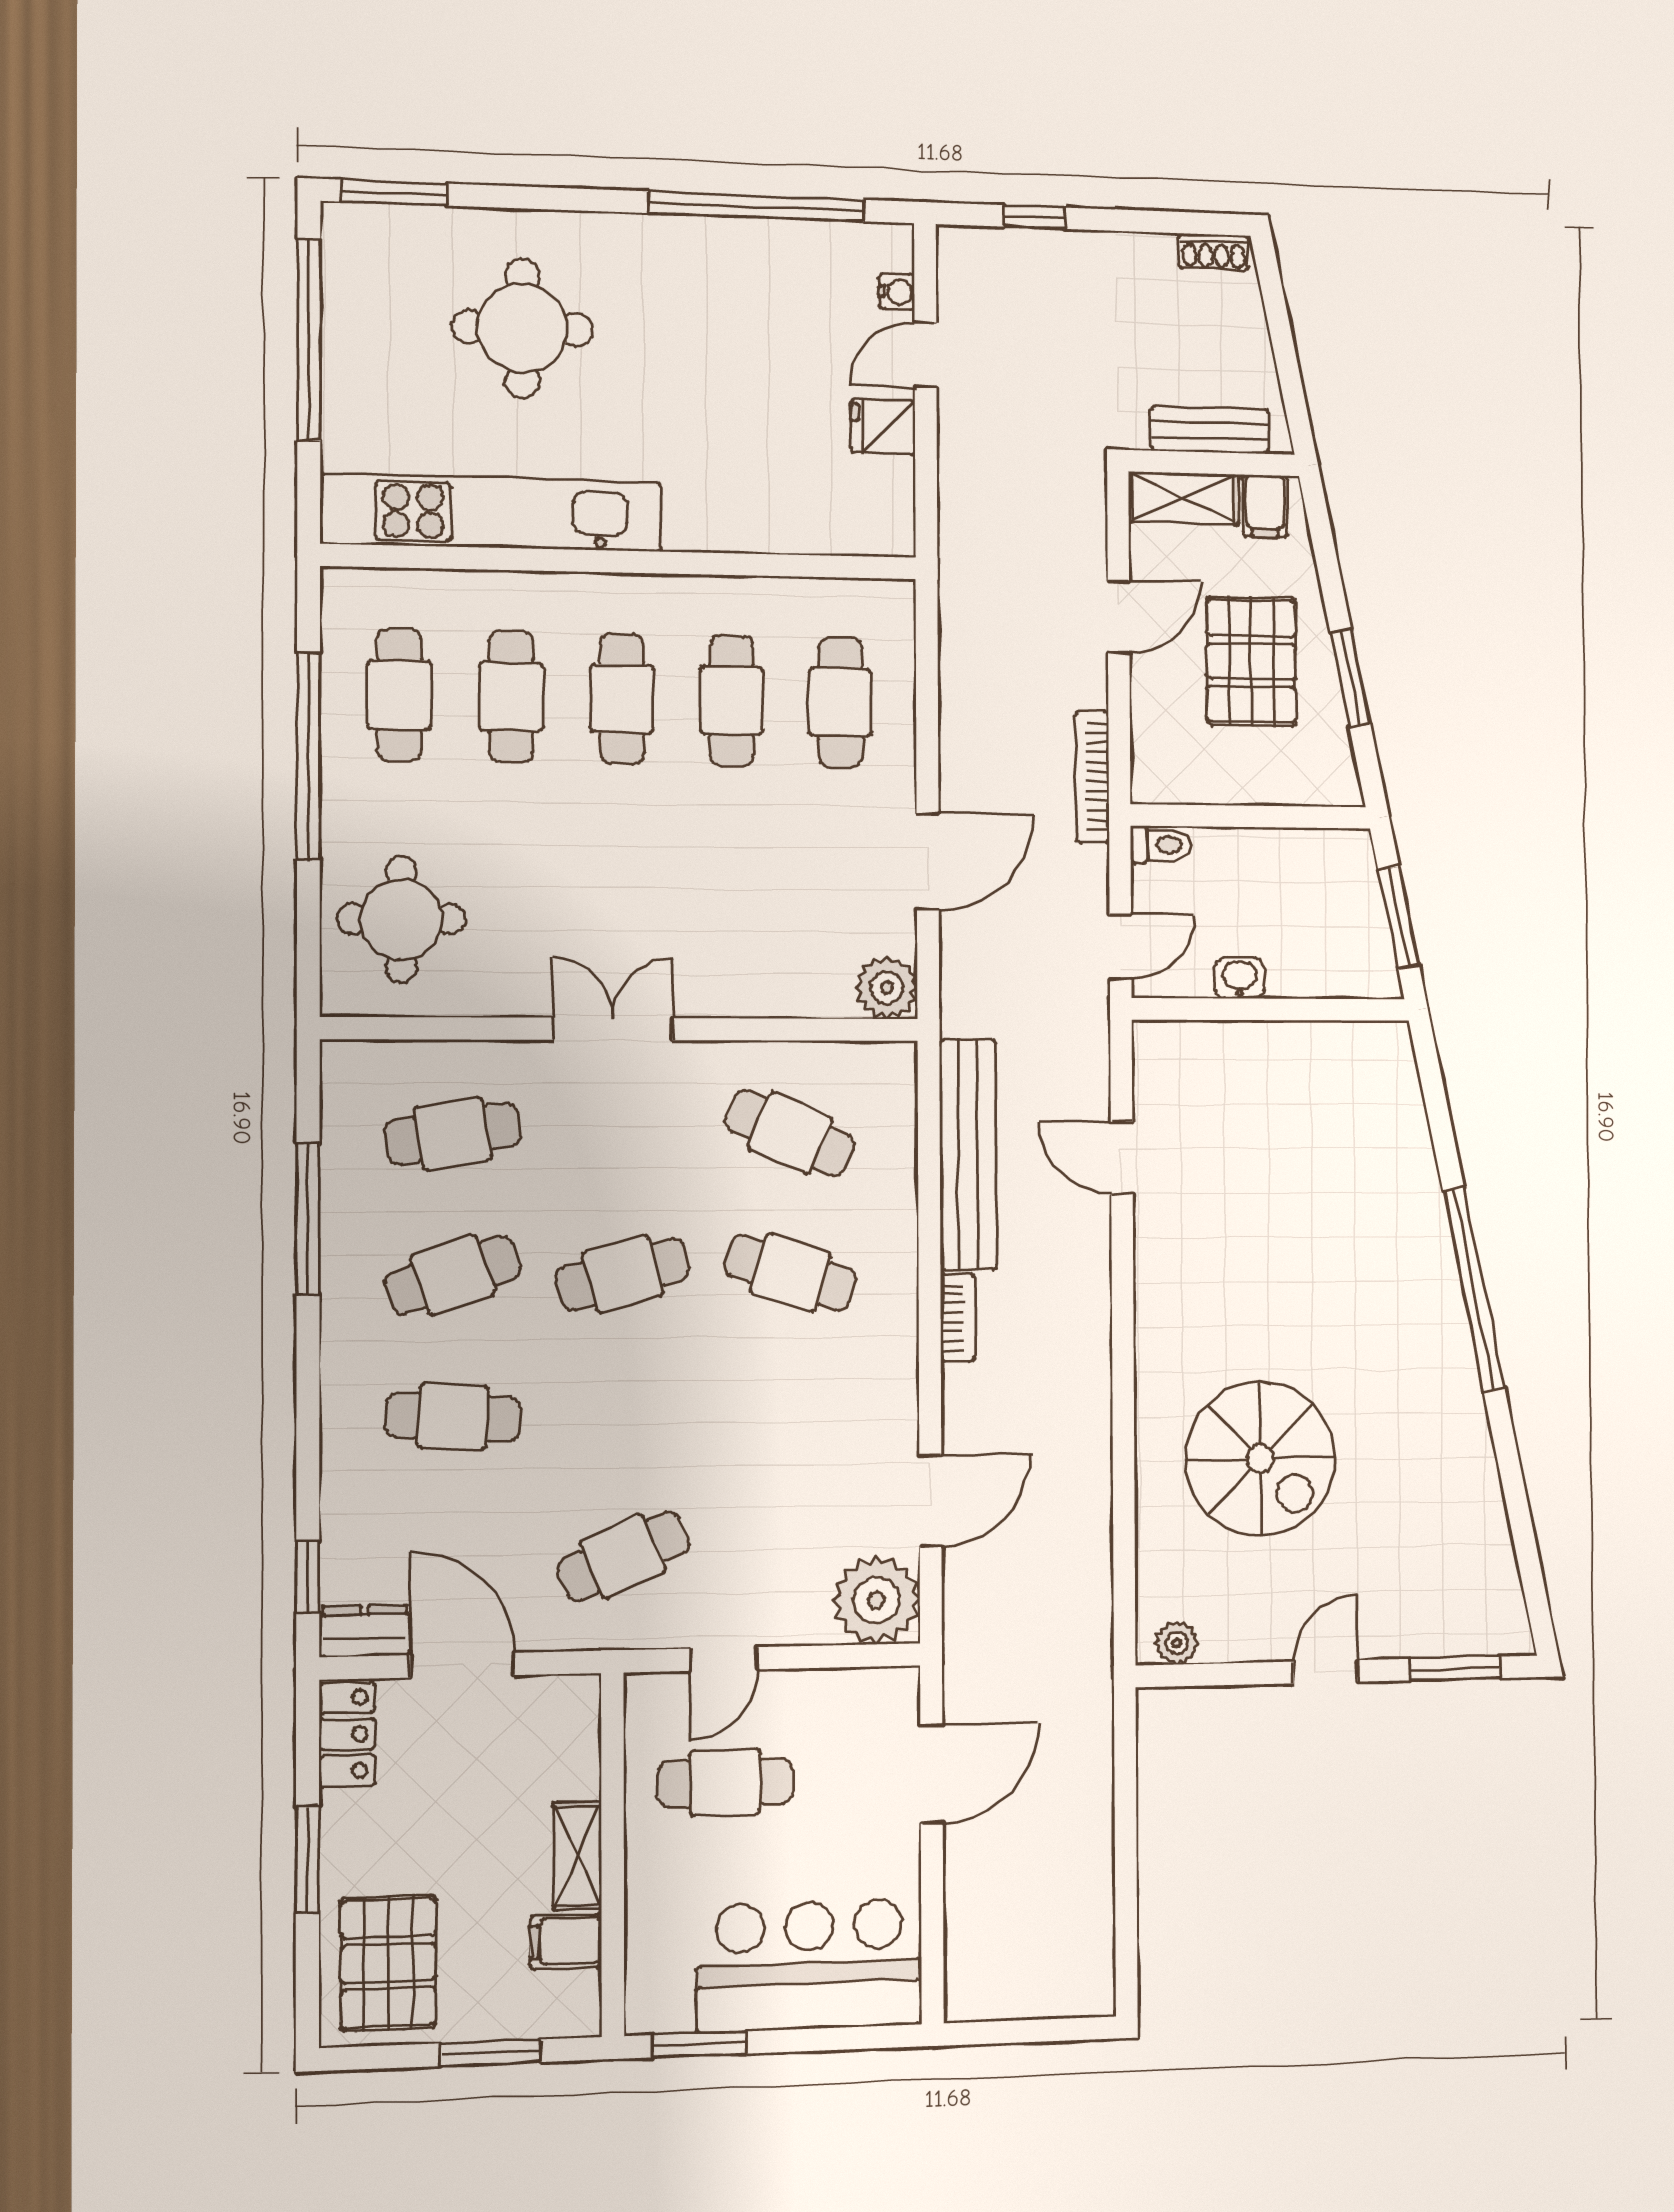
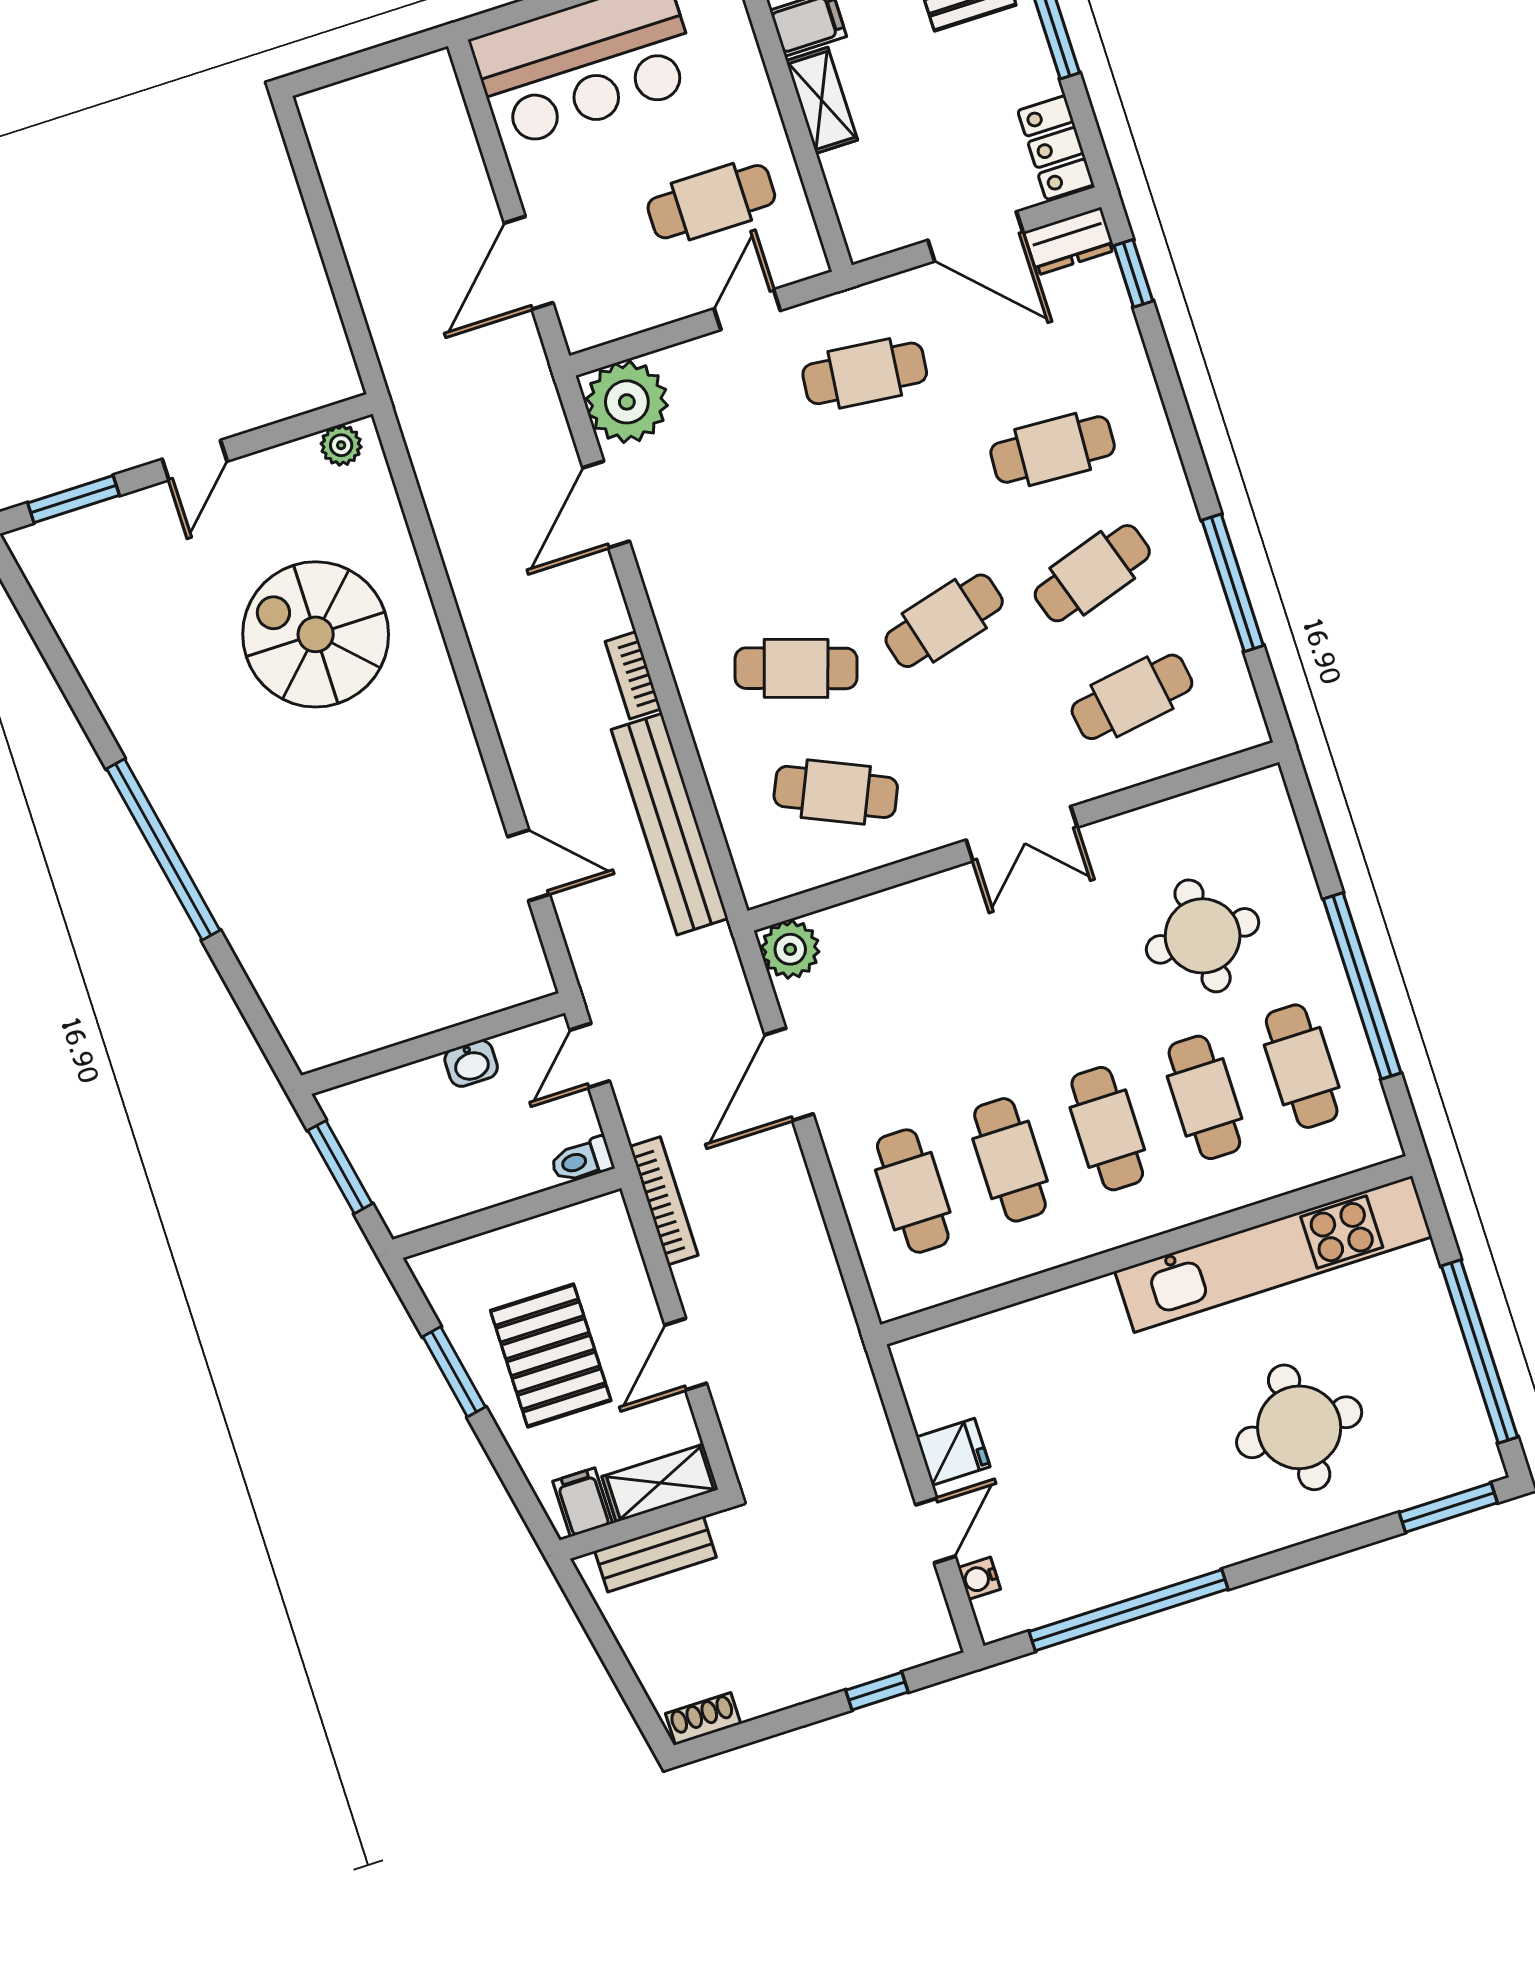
round table: (401, 919) -> (1203, 936), moved
cafe table: (623, 1556) -> (865, 373), turned 30

